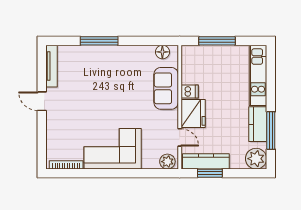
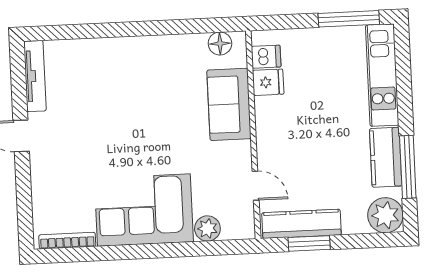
window: (99, 41) -> (113, 30), removed
window: (217, 41) -> (349, 19), moved
dishwasher: (190, 92) -> (266, 57), moved
fridge: (193, 113) -> (268, 82), moved, width x0.53, depth x0.75
plant: (167, 162) -> (207, 229), moved

